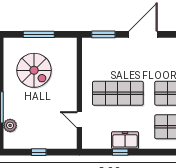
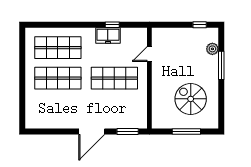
door: (79, 120) -> (149, 54), swing flipped
window: (39, 152) -> (200, 25), moved

